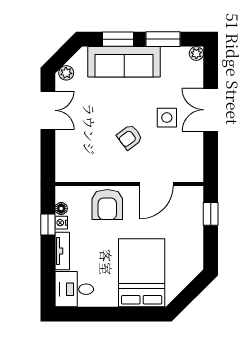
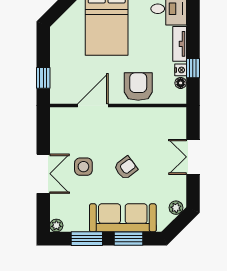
double door: (48, 110) -> (193, 157), moved
armchair: (130, 137) -> (126, 168), moved

